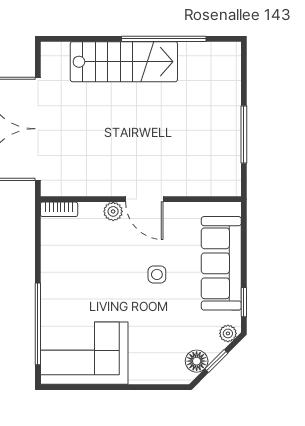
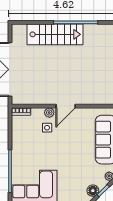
door: (144, 199) -> (66, 106), hinge flipped
side table: (157, 274) -> (47, 128), moved

